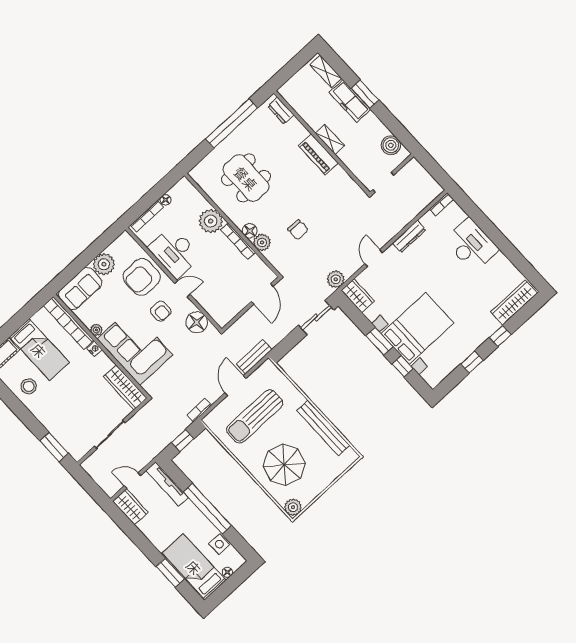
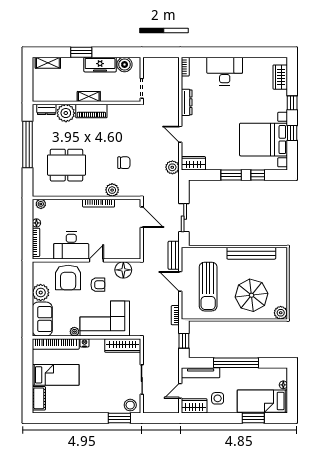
freezer: (350, 101) -> (100, 65), moved
plant: (294, 132) -> (66, 113), added
plant: (211, 221) -> (41, 204), moved, width x0.53, depth x0.53
floor lamp: (250, 231) -> (99, 191), removed
wardrobe: (514, 302) -> (280, 77), width x0.67
sliding door: (316, 318) -> (184, 218), moved
bed with nightstands: (417, 328) -> (264, 140), moved, turned -90
stool: (29, 386) -> (130, 405), moved
side table: (219, 544) -> (218, 398), moved

